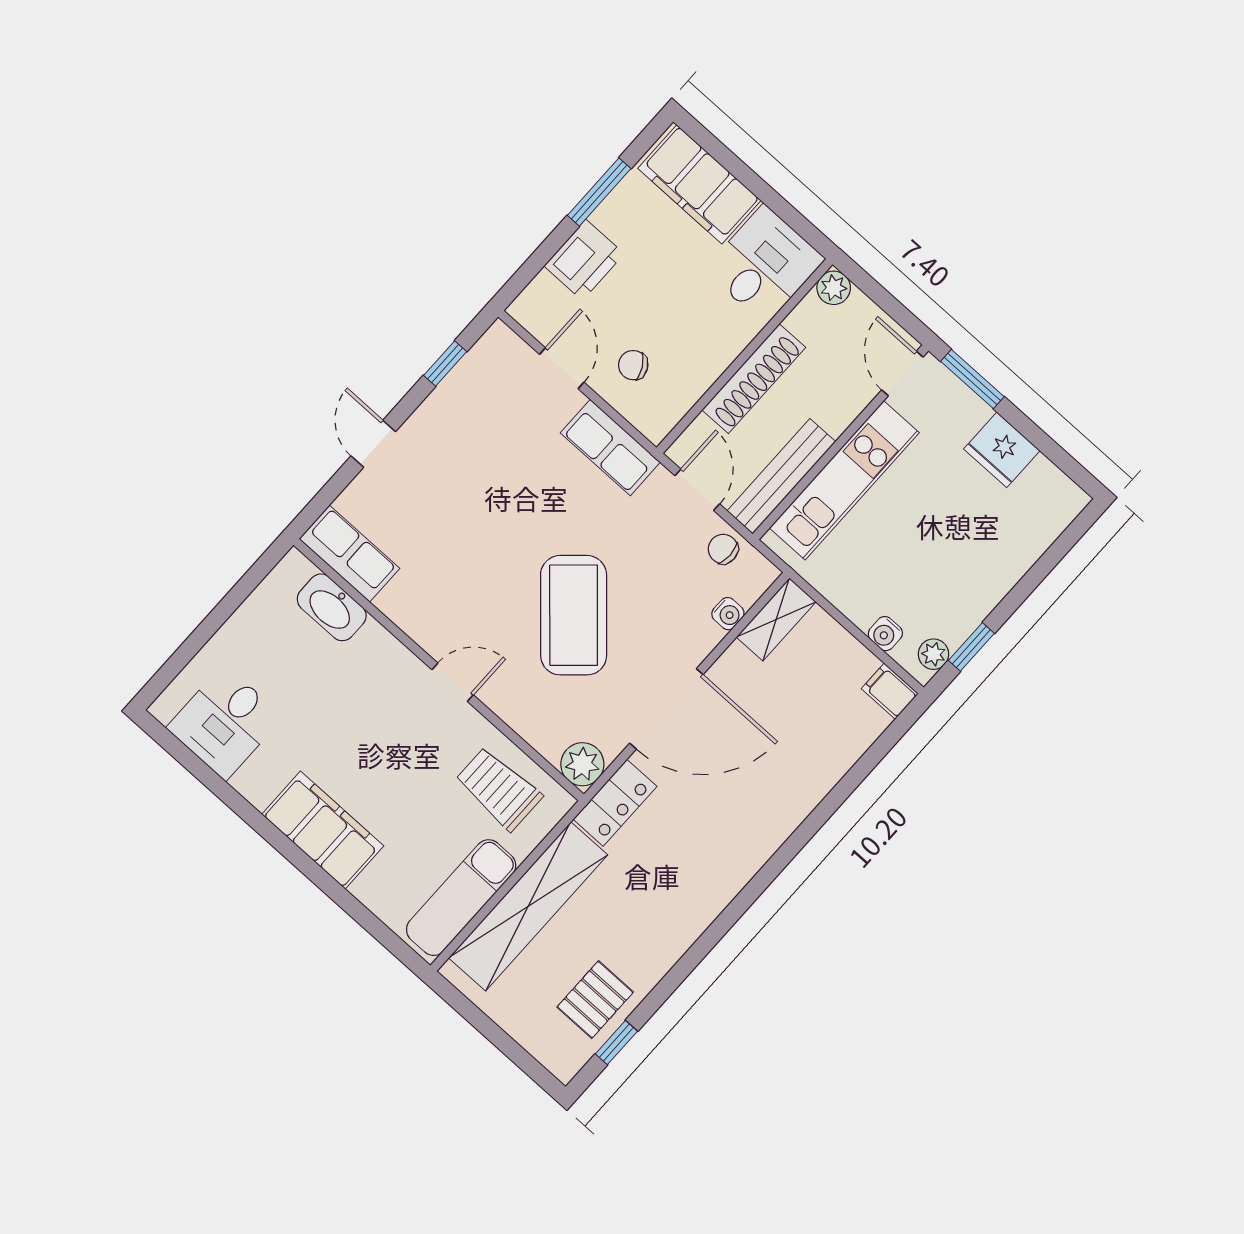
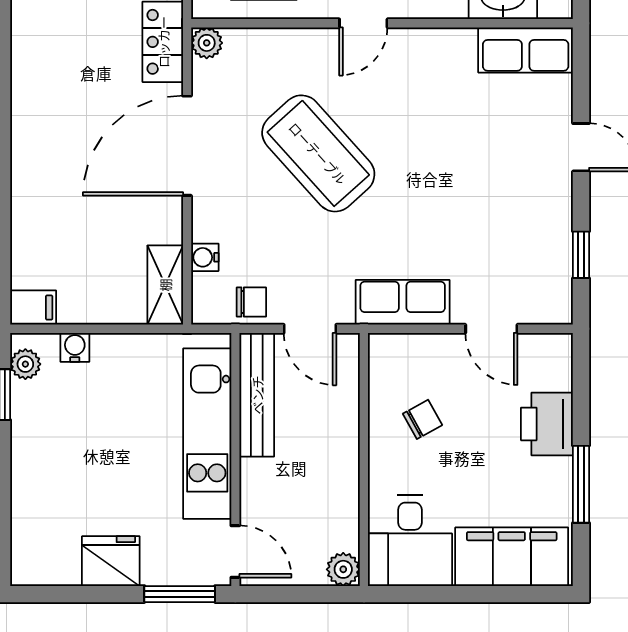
chair: (633, 365) -> (423, 419), moved
shoe rack: (754, 379) -> (342, 449), removed
plant: (582, 764) -> (207, 43), width x0.73, depth x0.73

